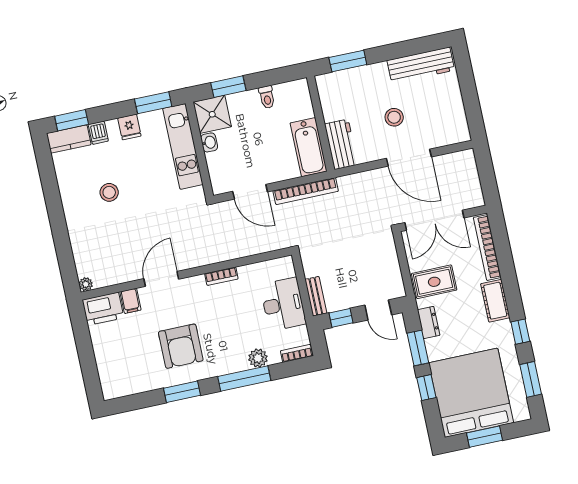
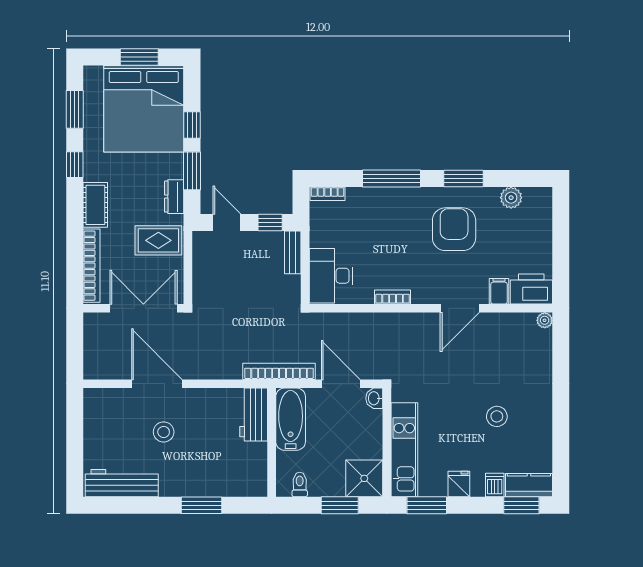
wall: (321, 124) -> (272, 442), moved
washbasin: (209, 142) -> (374, 398), moved
workbench: (341, 144) -> (254, 415), moved
bathtub: (309, 147) -> (291, 419), moved
desk: (283, 304) -> (331, 276), moved
plant: (258, 358) -> (511, 198), moved

